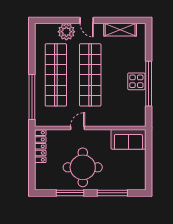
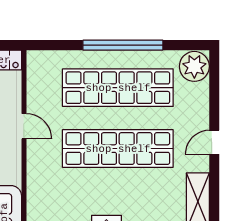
plant: (66, 32) -> (194, 66), moved
window: (32, 97) -> (123, 45), moved

